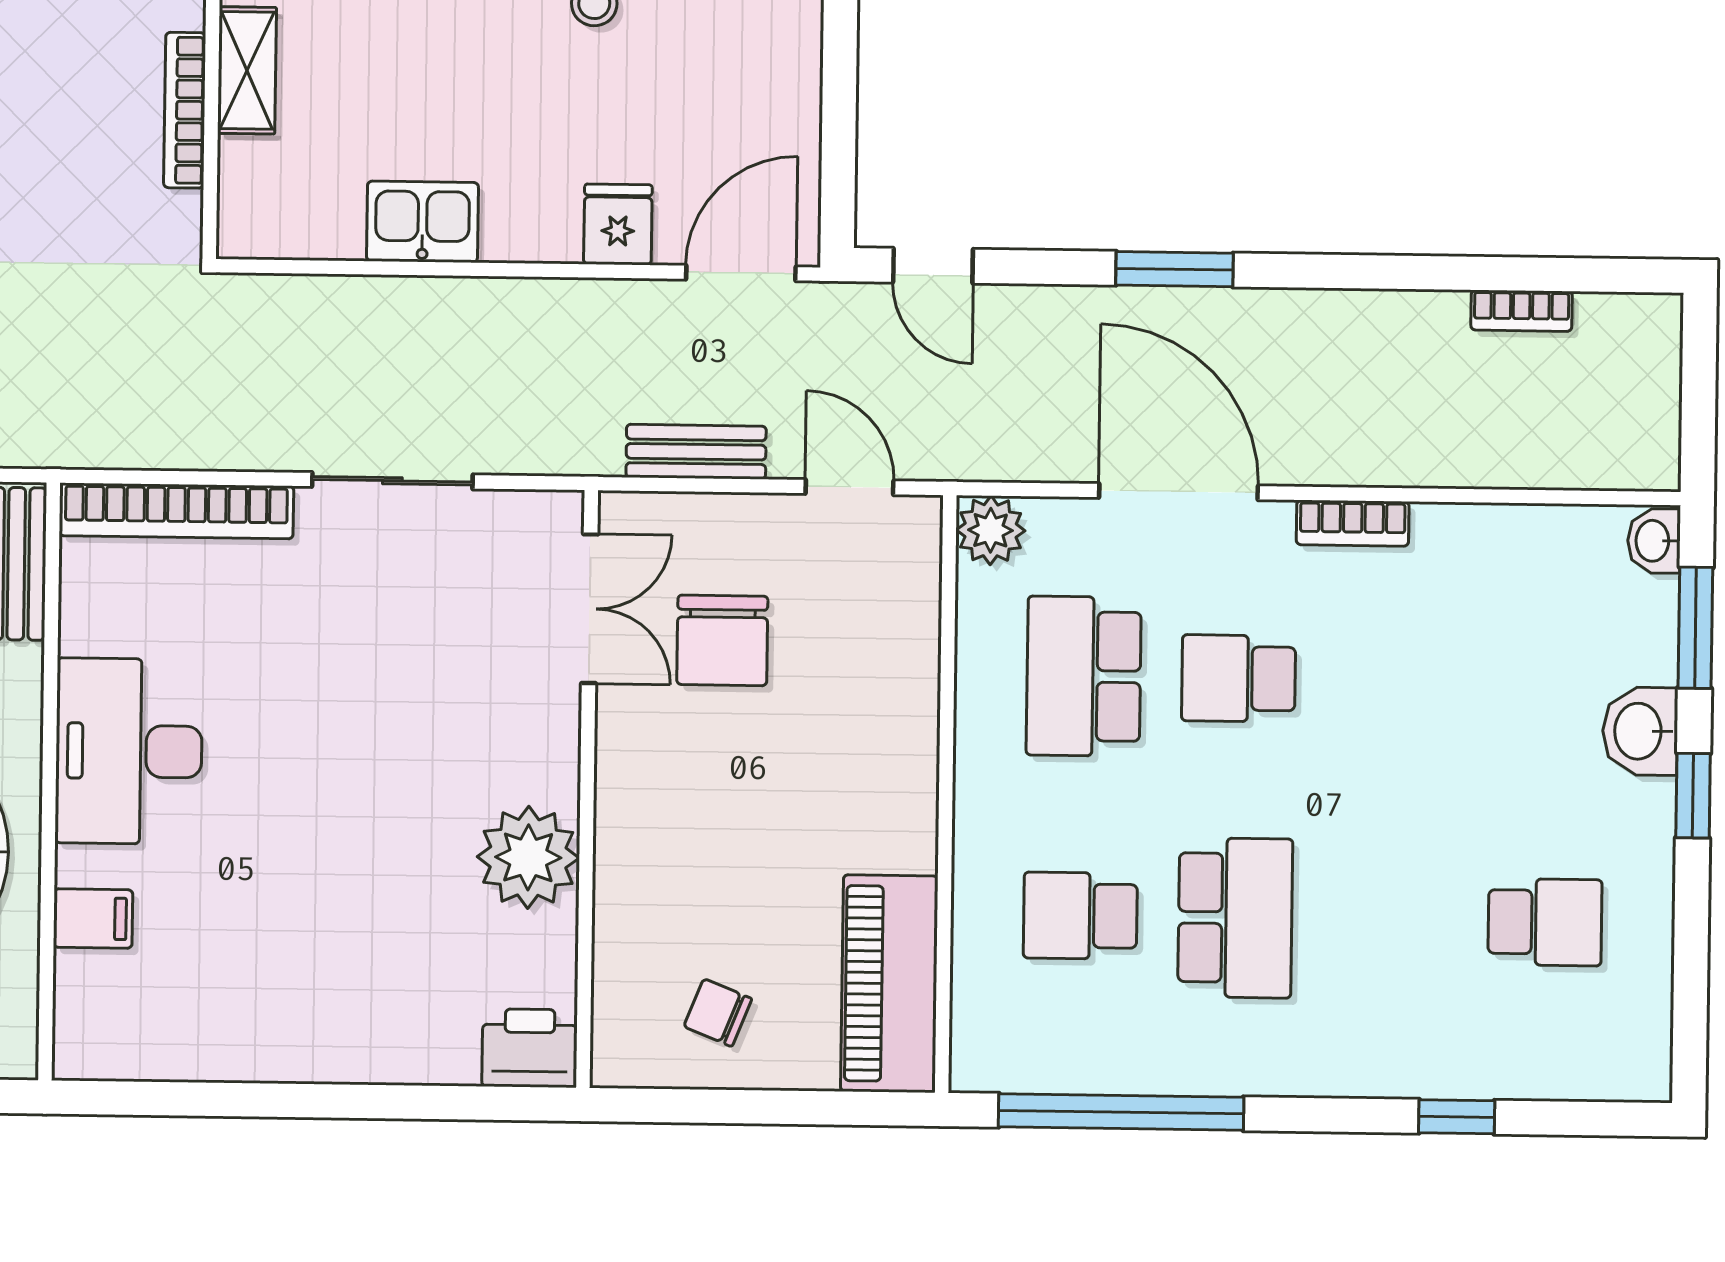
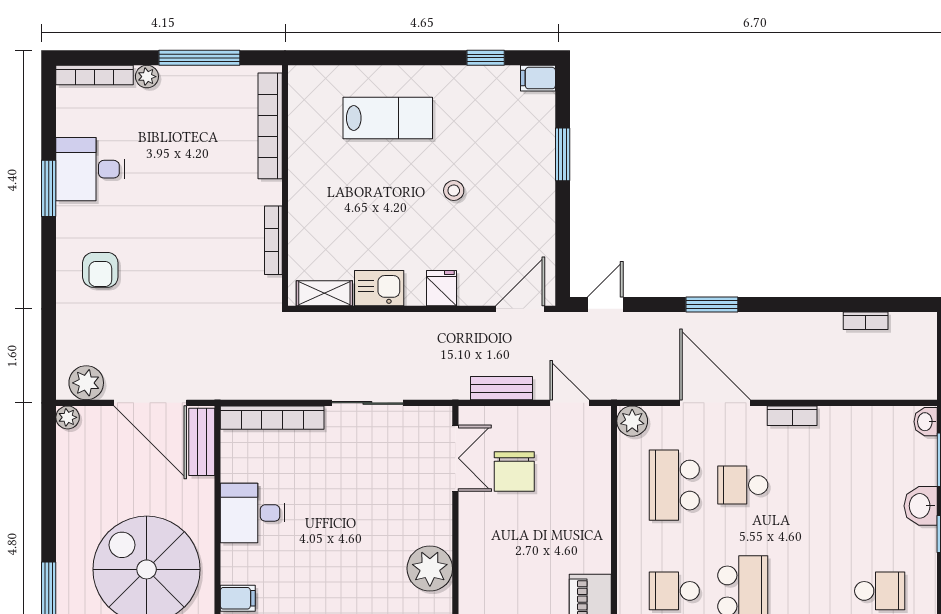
shelving: (247, 70) -> (324, 293), moved, turned 90
fridge: (618, 224) -> (442, 288), moved
door: (933, 266) -> (605, 304), swing flipped
desk: (129, 751) -> (253, 513), width x0.73

